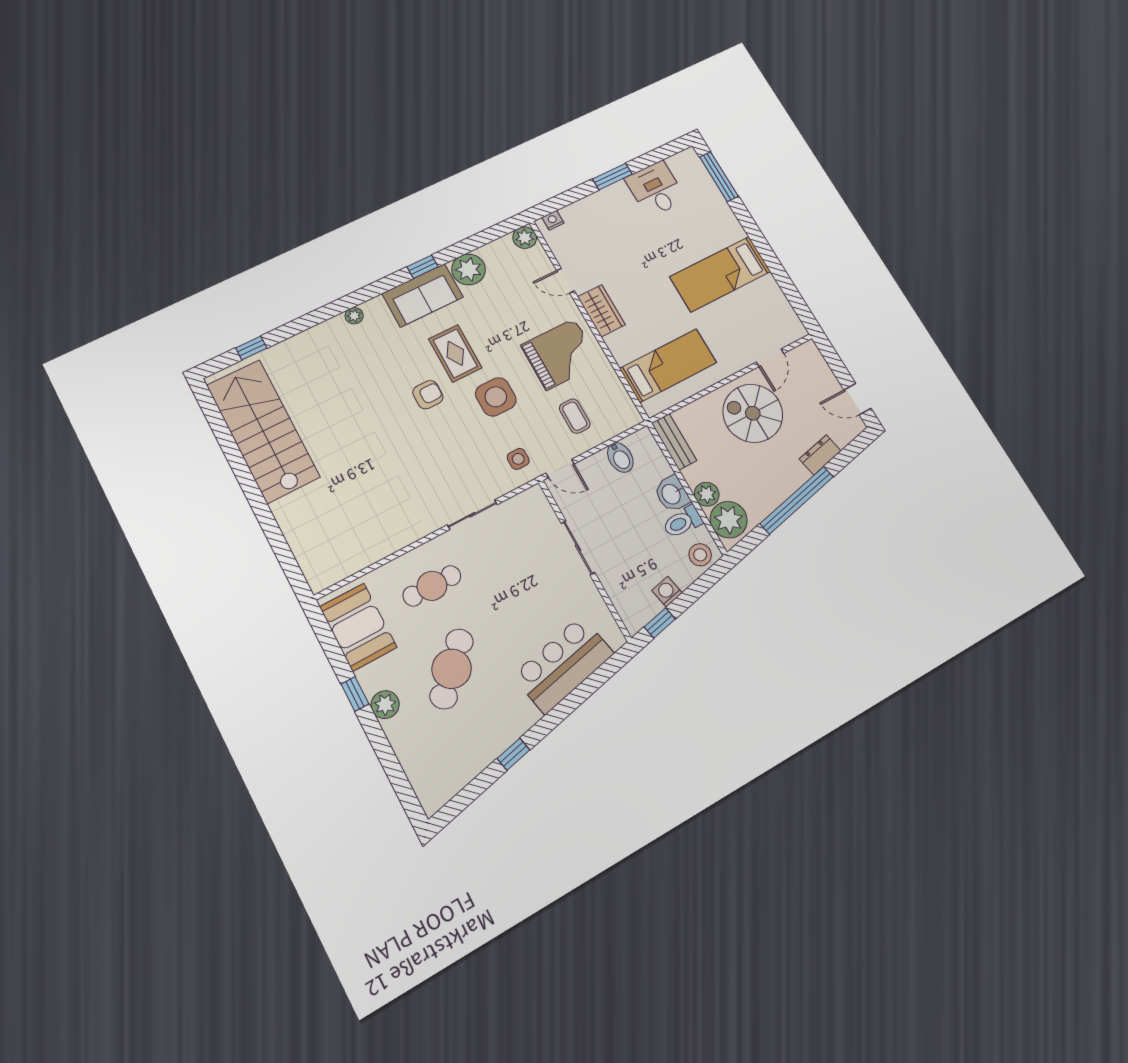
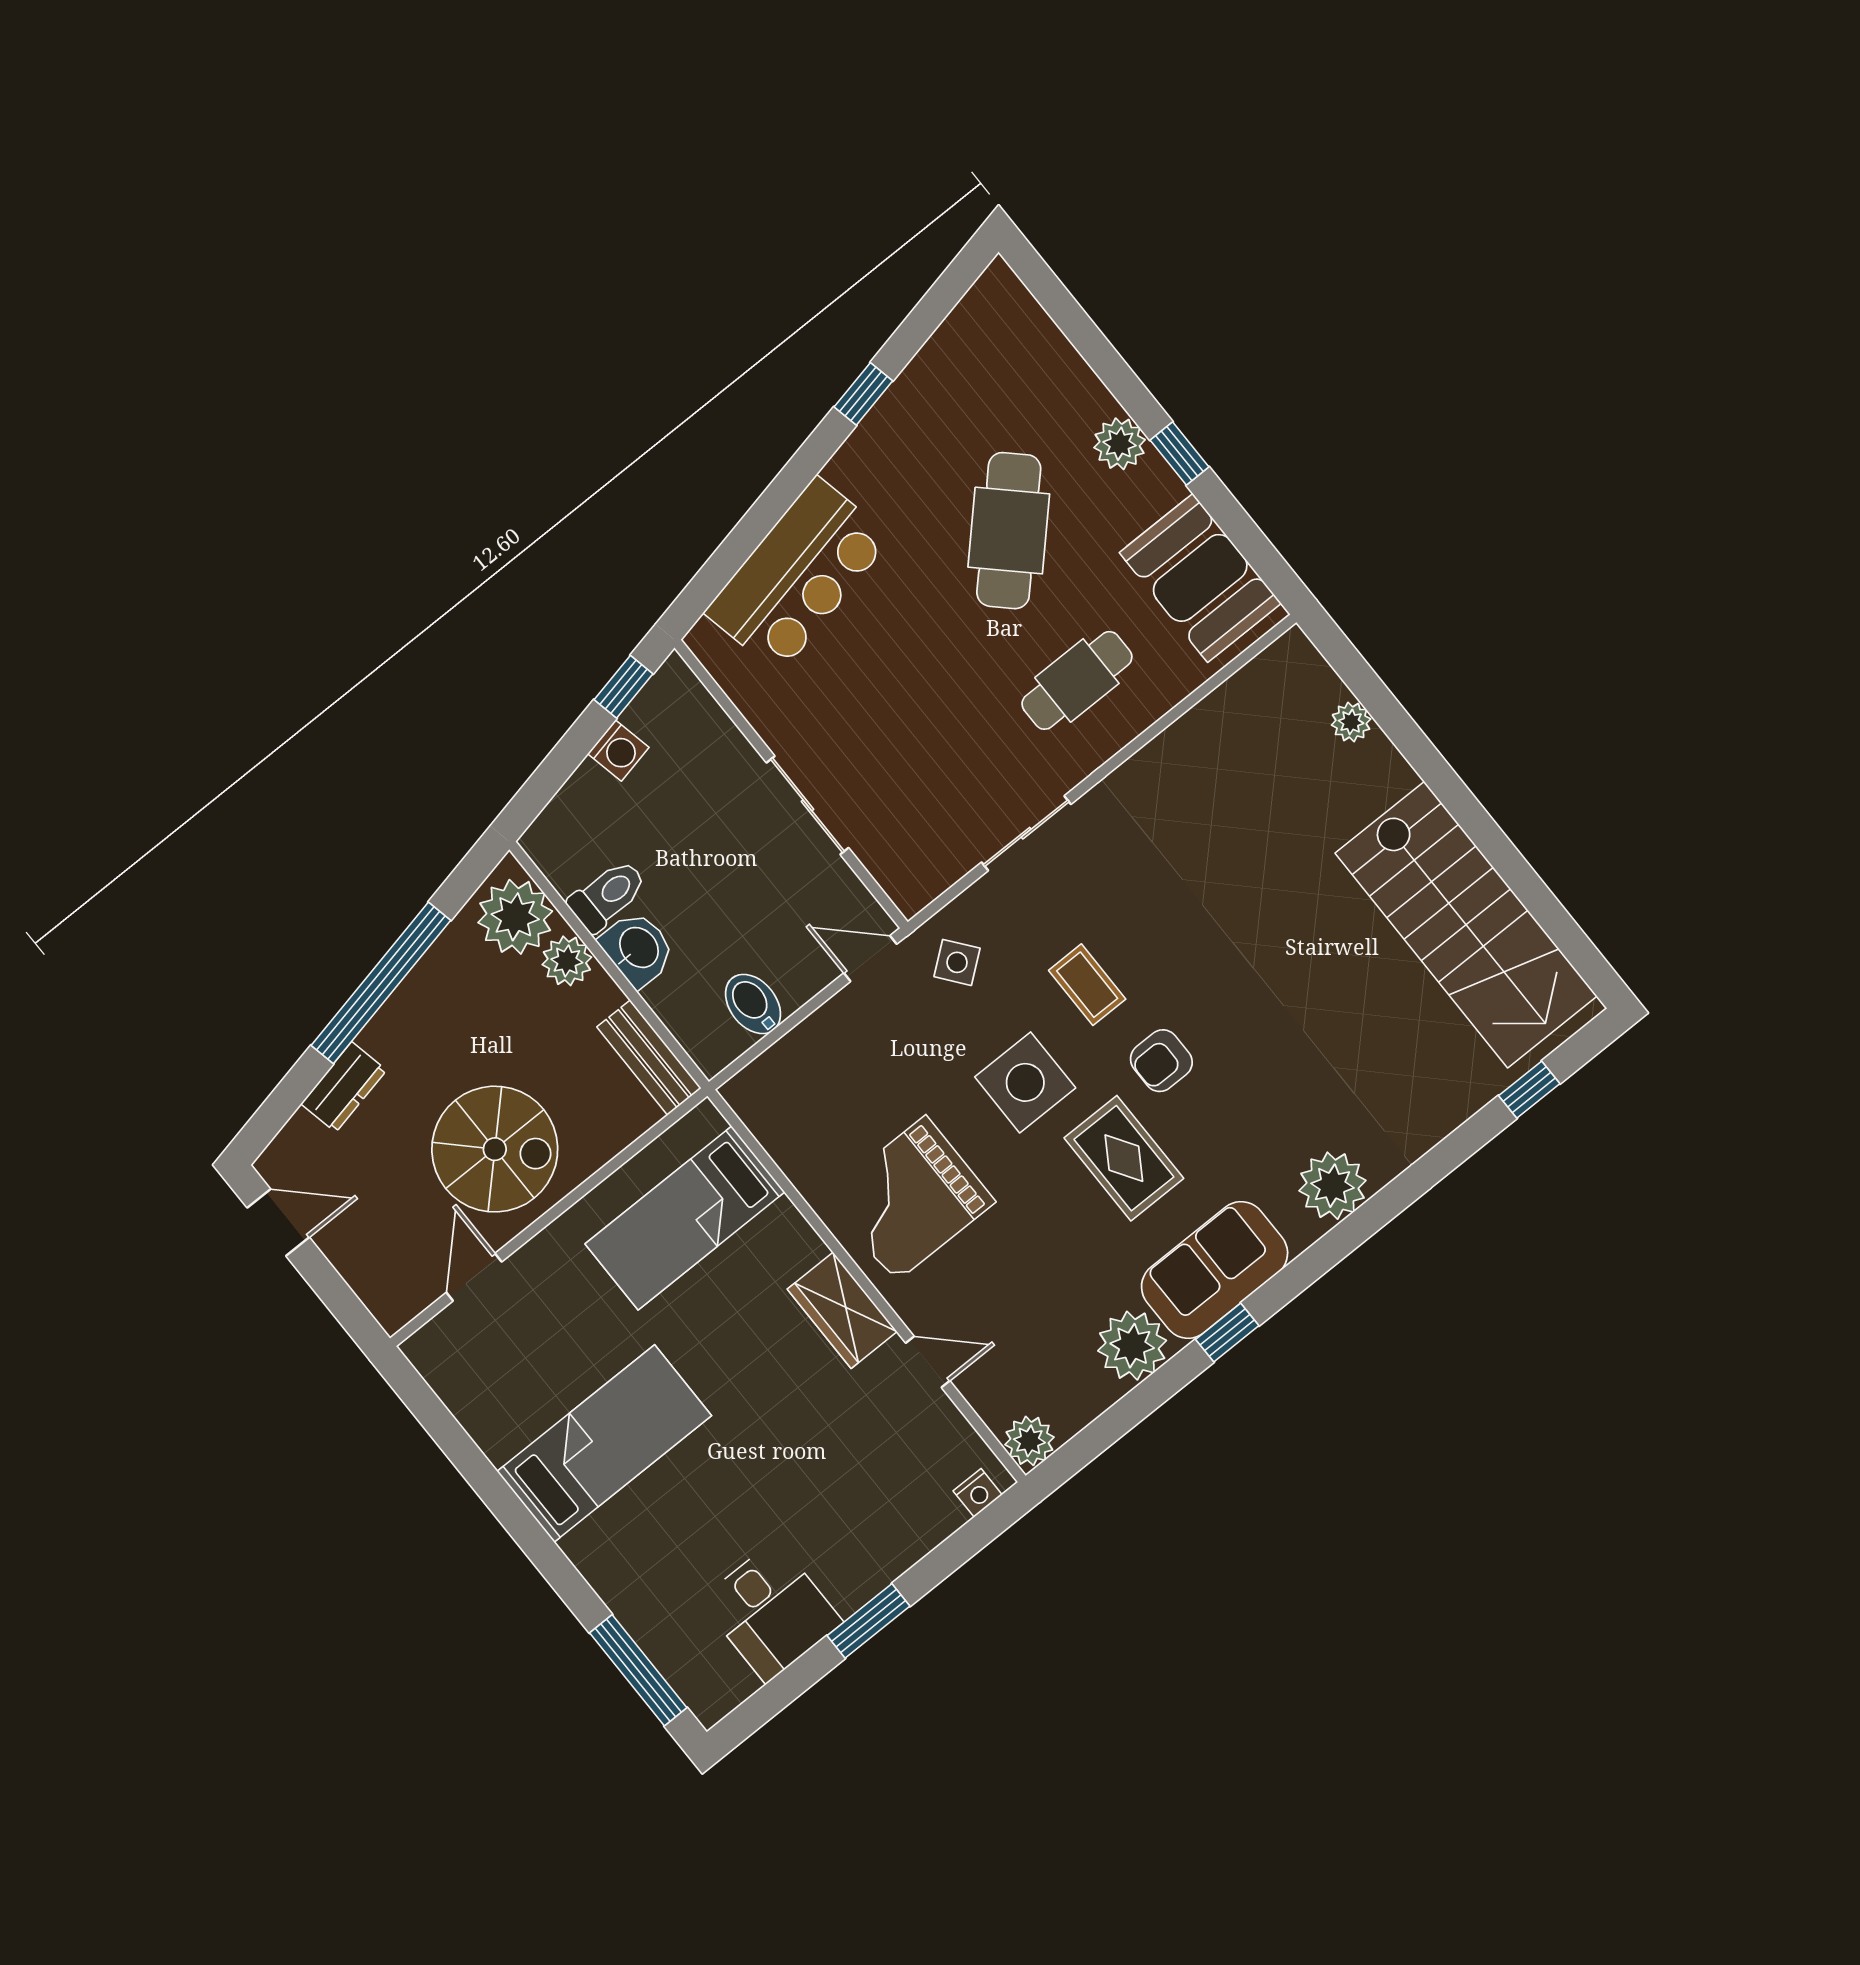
plant: (354, 316) -> (1332, 1186), width x1.88, depth x1.88
coffee table: (575, 416) -> (1087, 985), moved
side table: (518, 459) -> (957, 962), turned -38
plant: (297, 540) -> (1351, 722), added
stool: (700, 555) -> (563, 835), removed

